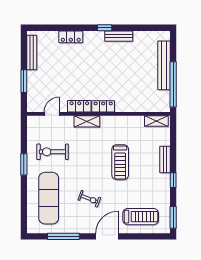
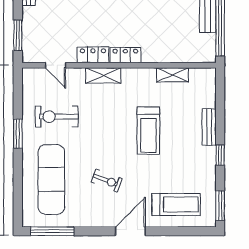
window: (24, 81) -> (18, 35), moved
door: (52, 114) -> (56, 65), swing flipped
shelving: (156, 121) -> (172, 75), moved
window: (63, 236) -> (52, 231), moved

